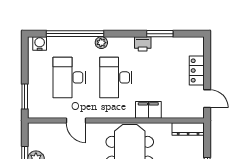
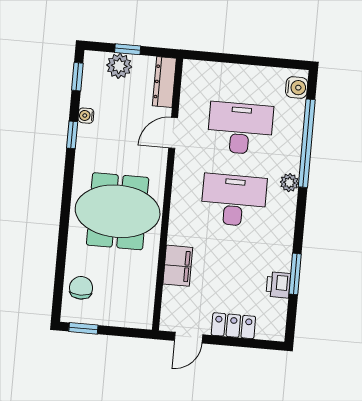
printer: (143, 44) -> (278, 285), moved
window: (25, 96) -> (217, 57), removed
filing cabinet: (148, 110) -> (178, 266), moved
dresser: (188, 129) -> (164, 82), moved

